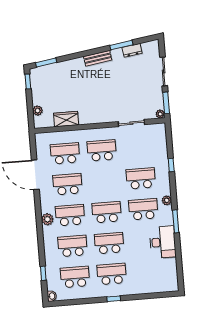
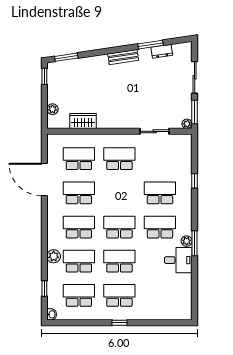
plant: (167, 200) -> (187, 241), moved
plant: (47, 219) -> (54, 256), moved
desk: (163, 242) -> (178, 260), width x0.73

